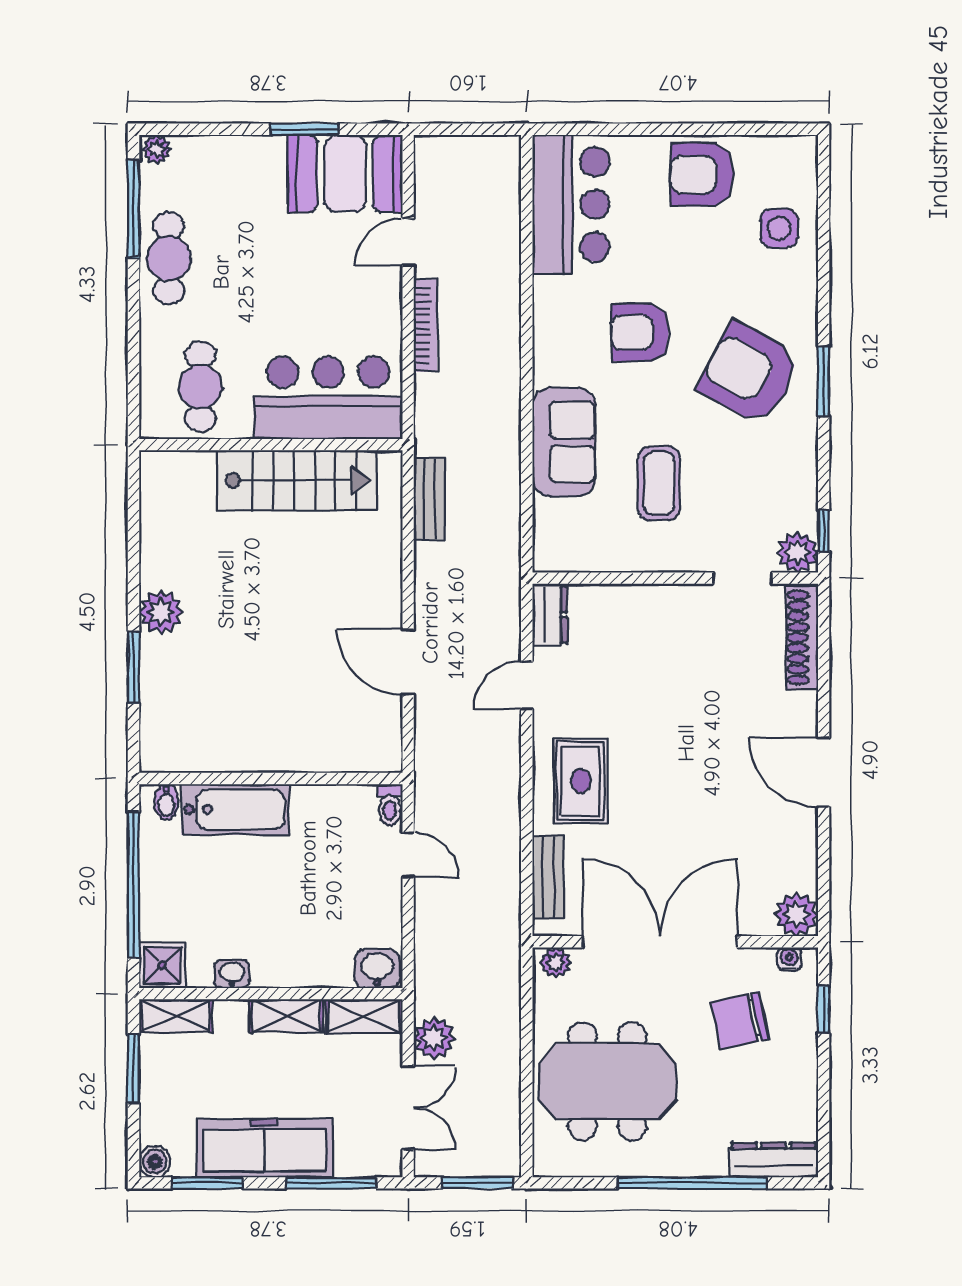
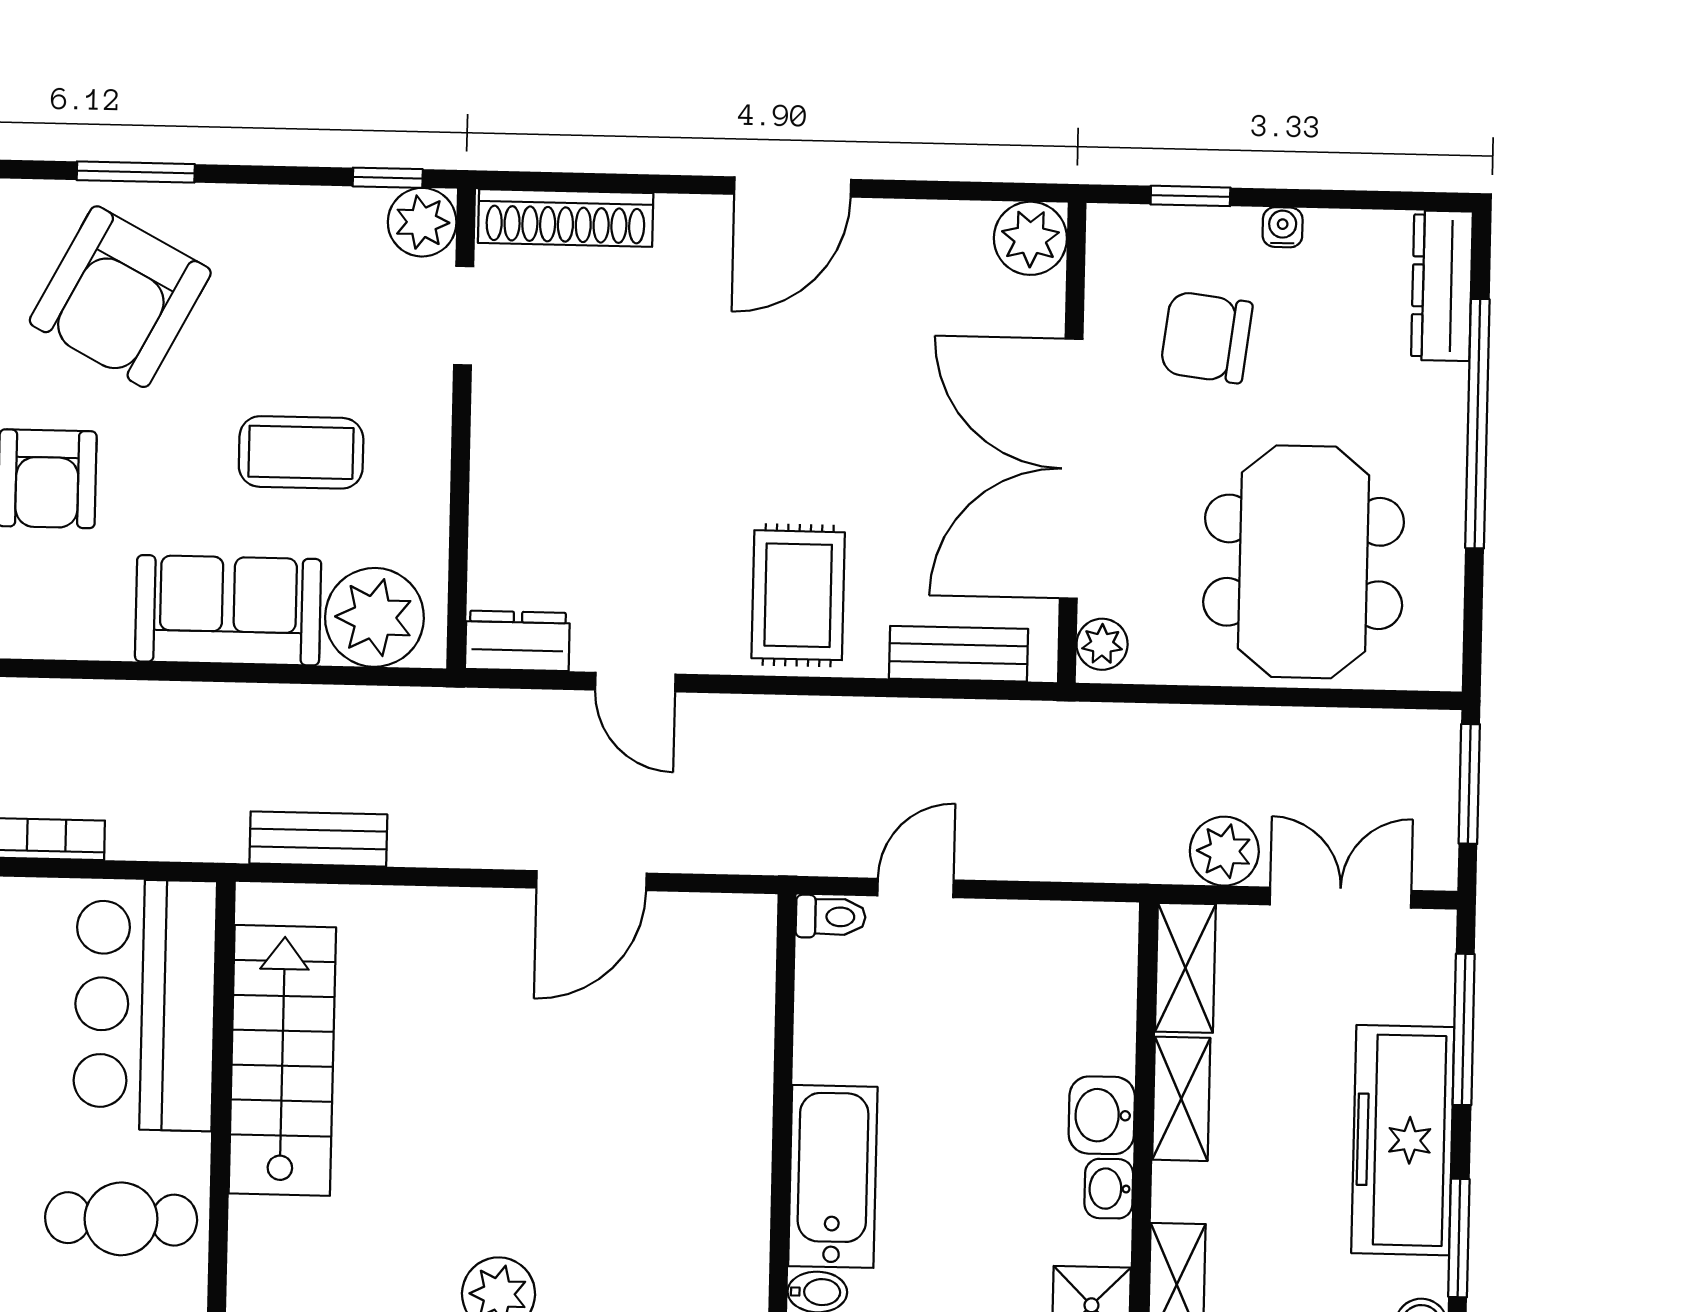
plant: (562, 529) -> (374, 617), added
rug: (581, 781) -> (798, 595), turned 90
water cooler: (789, 959) -> (1283, 227), moved, turned 90
washbasin: (377, 969) -> (1102, 1115), moved
chair: (740, 1020) -> (1206, 337), turned 109

